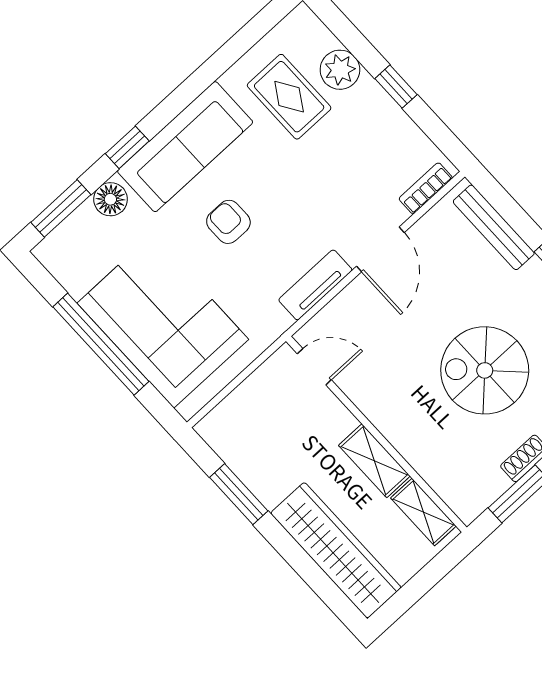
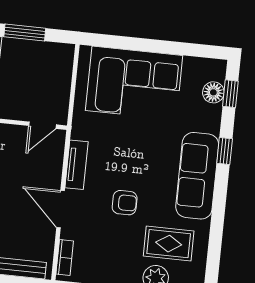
floor lamp: (110, 199) -> (213, 92), moved
window: (61, 208) -> (230, 94), width x0.67
armchair: (228, 222) -> (125, 203), moved
window: (101, 344) -> (154, 46), removed

